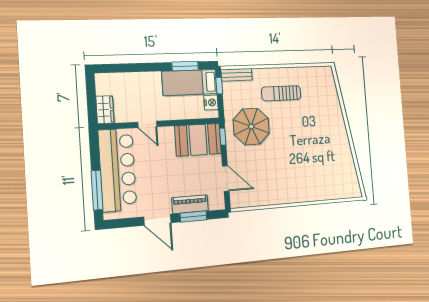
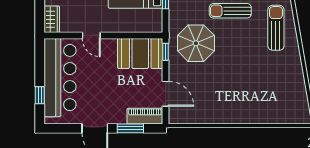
nightstand: (211, 102) -> (156, 17), removed
sun lounger: (324, 108) -> (276, 28), added
window: (97, 190) -> (40, 95), width x0.46
piano: (190, 204) -> (145, 116), moved

